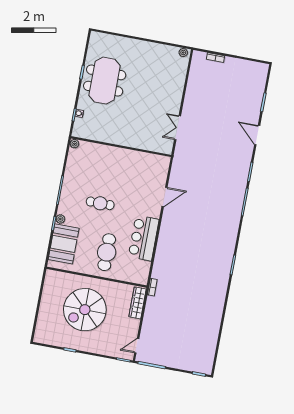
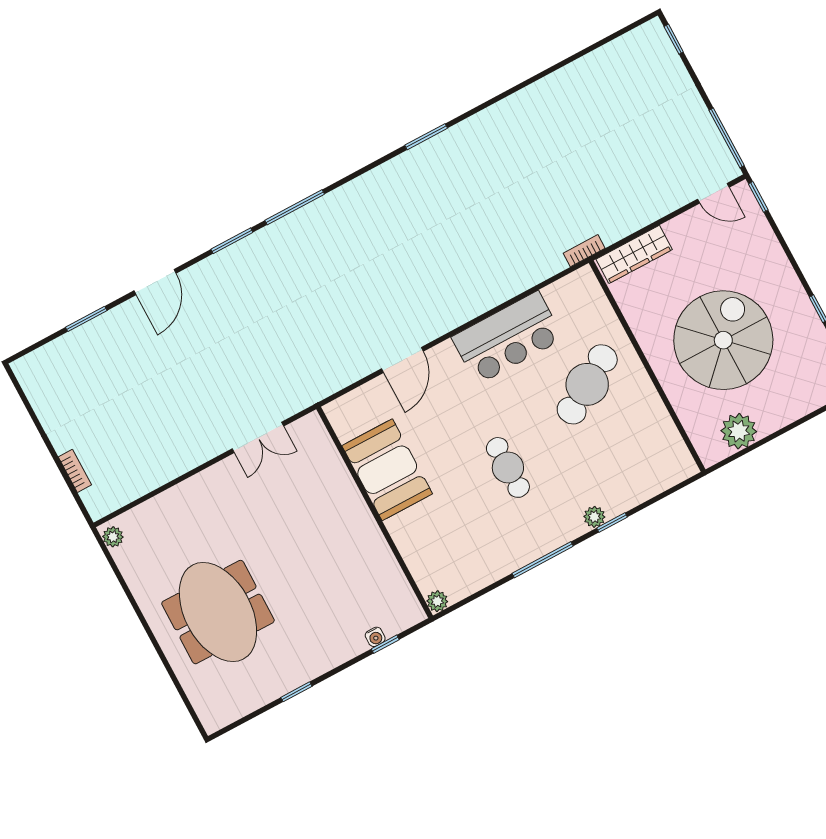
meeting table: (105, 81) -> (218, 612), moved, turned 90
door: (165, 197) -> (402, 360), swing flipped
booth: (64, 244) -> (387, 470), moved, turned 90
cafe table: (107, 252) -> (587, 384), turned -31
plant: (50, 290) -> (739, 431), added
spiral stairs: (85, 310) -> (723, 340), turned -90

